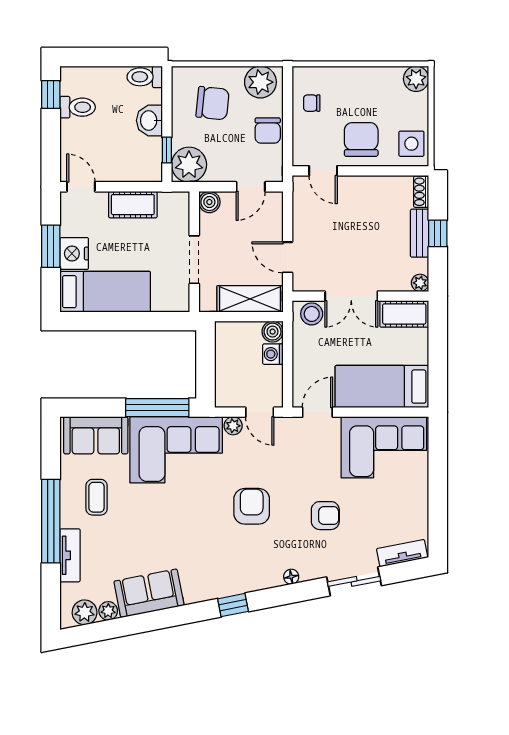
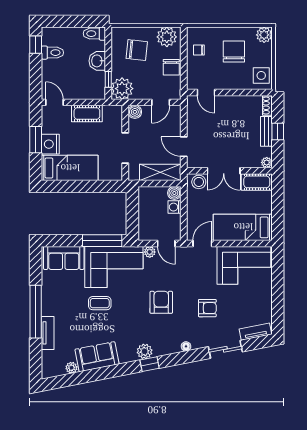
chair: (361, 139) -> (234, 52), moved
coffee table: (97, 497) -> (100, 303), moved, turned 90
plant: (85, 612) -> (145, 351), moved

